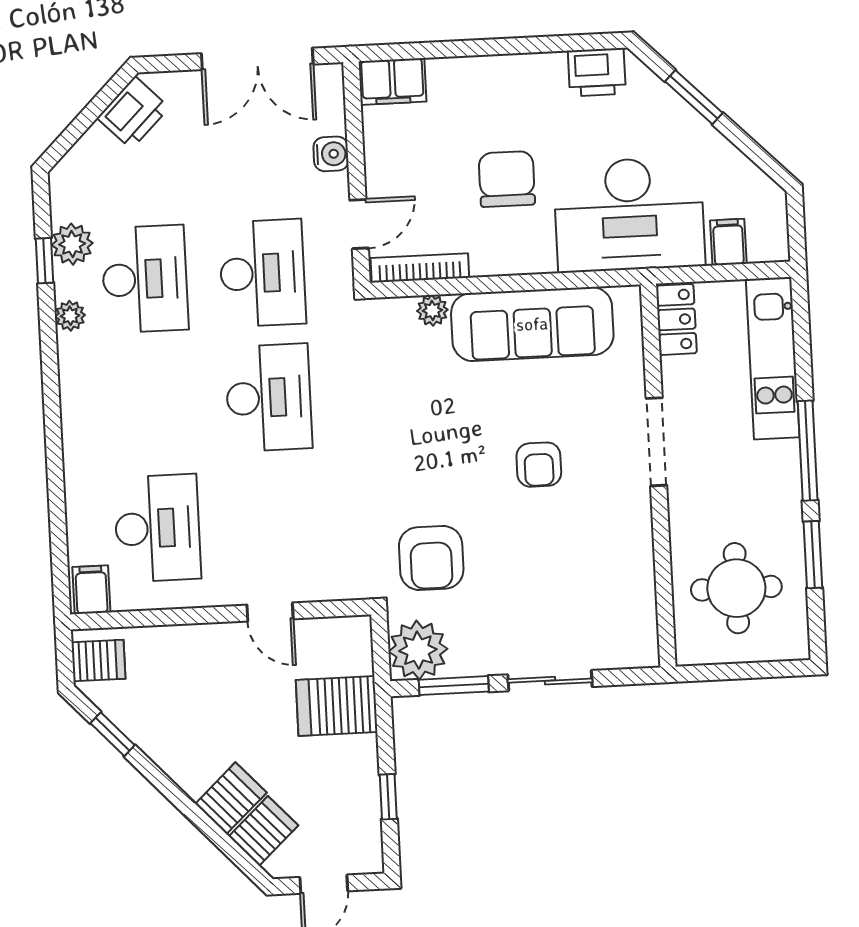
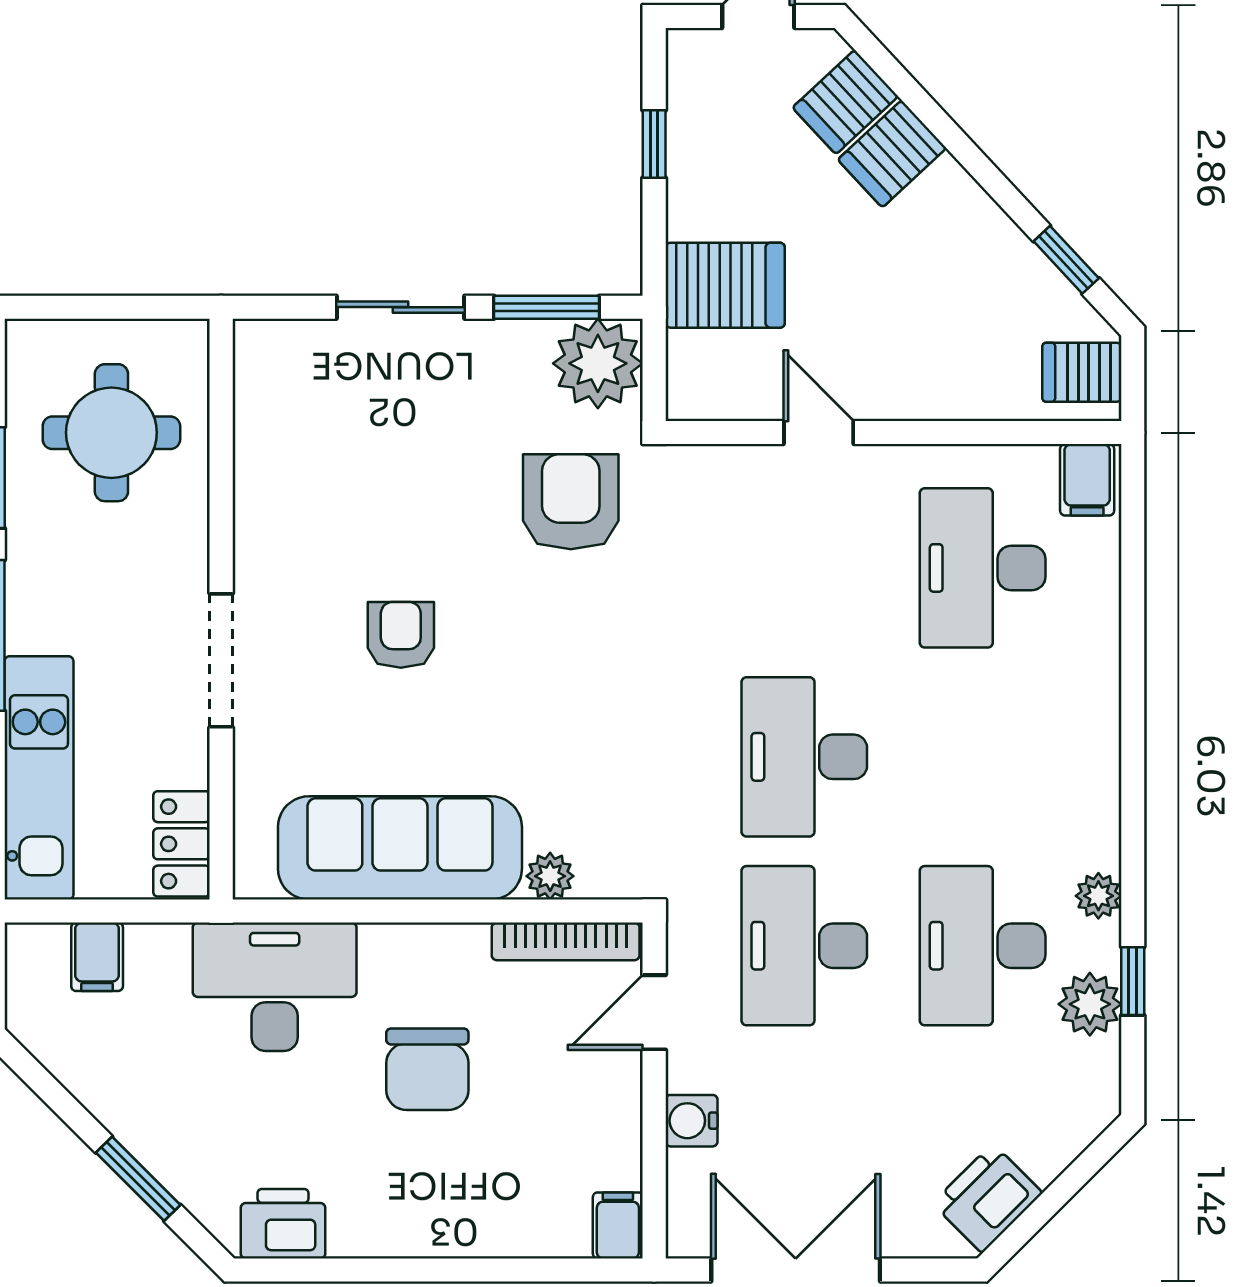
filing cabinet: (392, 82) -> (618, 1225), width x0.50
desk: (629, 215) -> (275, 987), width x0.73, depth x0.77

